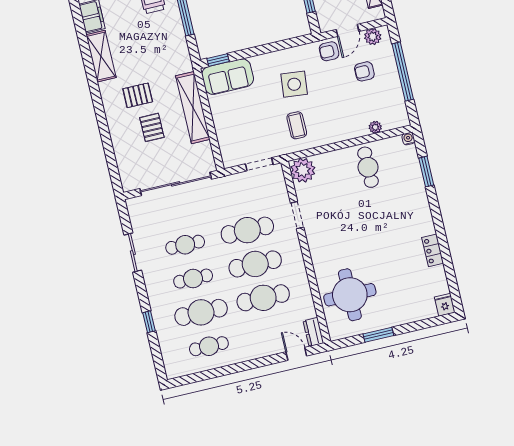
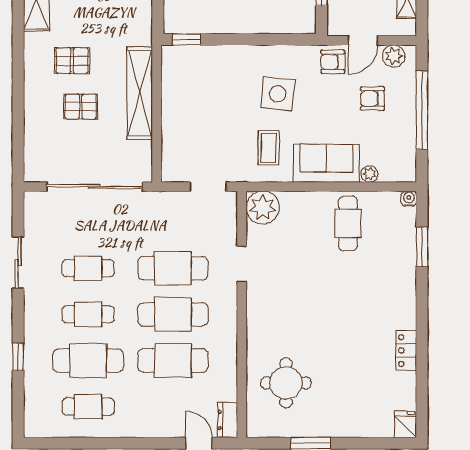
sofa: (228, 77) -> (327, 163), moved, turned 180
pallet: (152, 127) -> (81, 107), turned 90
round table: (350, 295) -> (286, 383), width x0.73, depth x0.73

